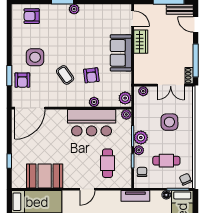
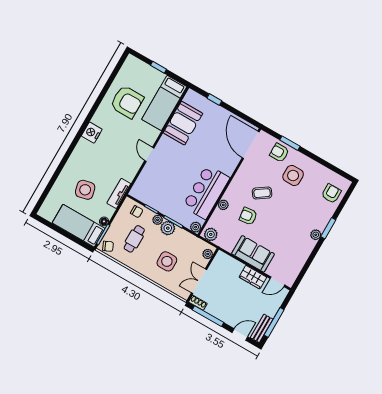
cafe table: (108, 163) -> (162, 186), removed

